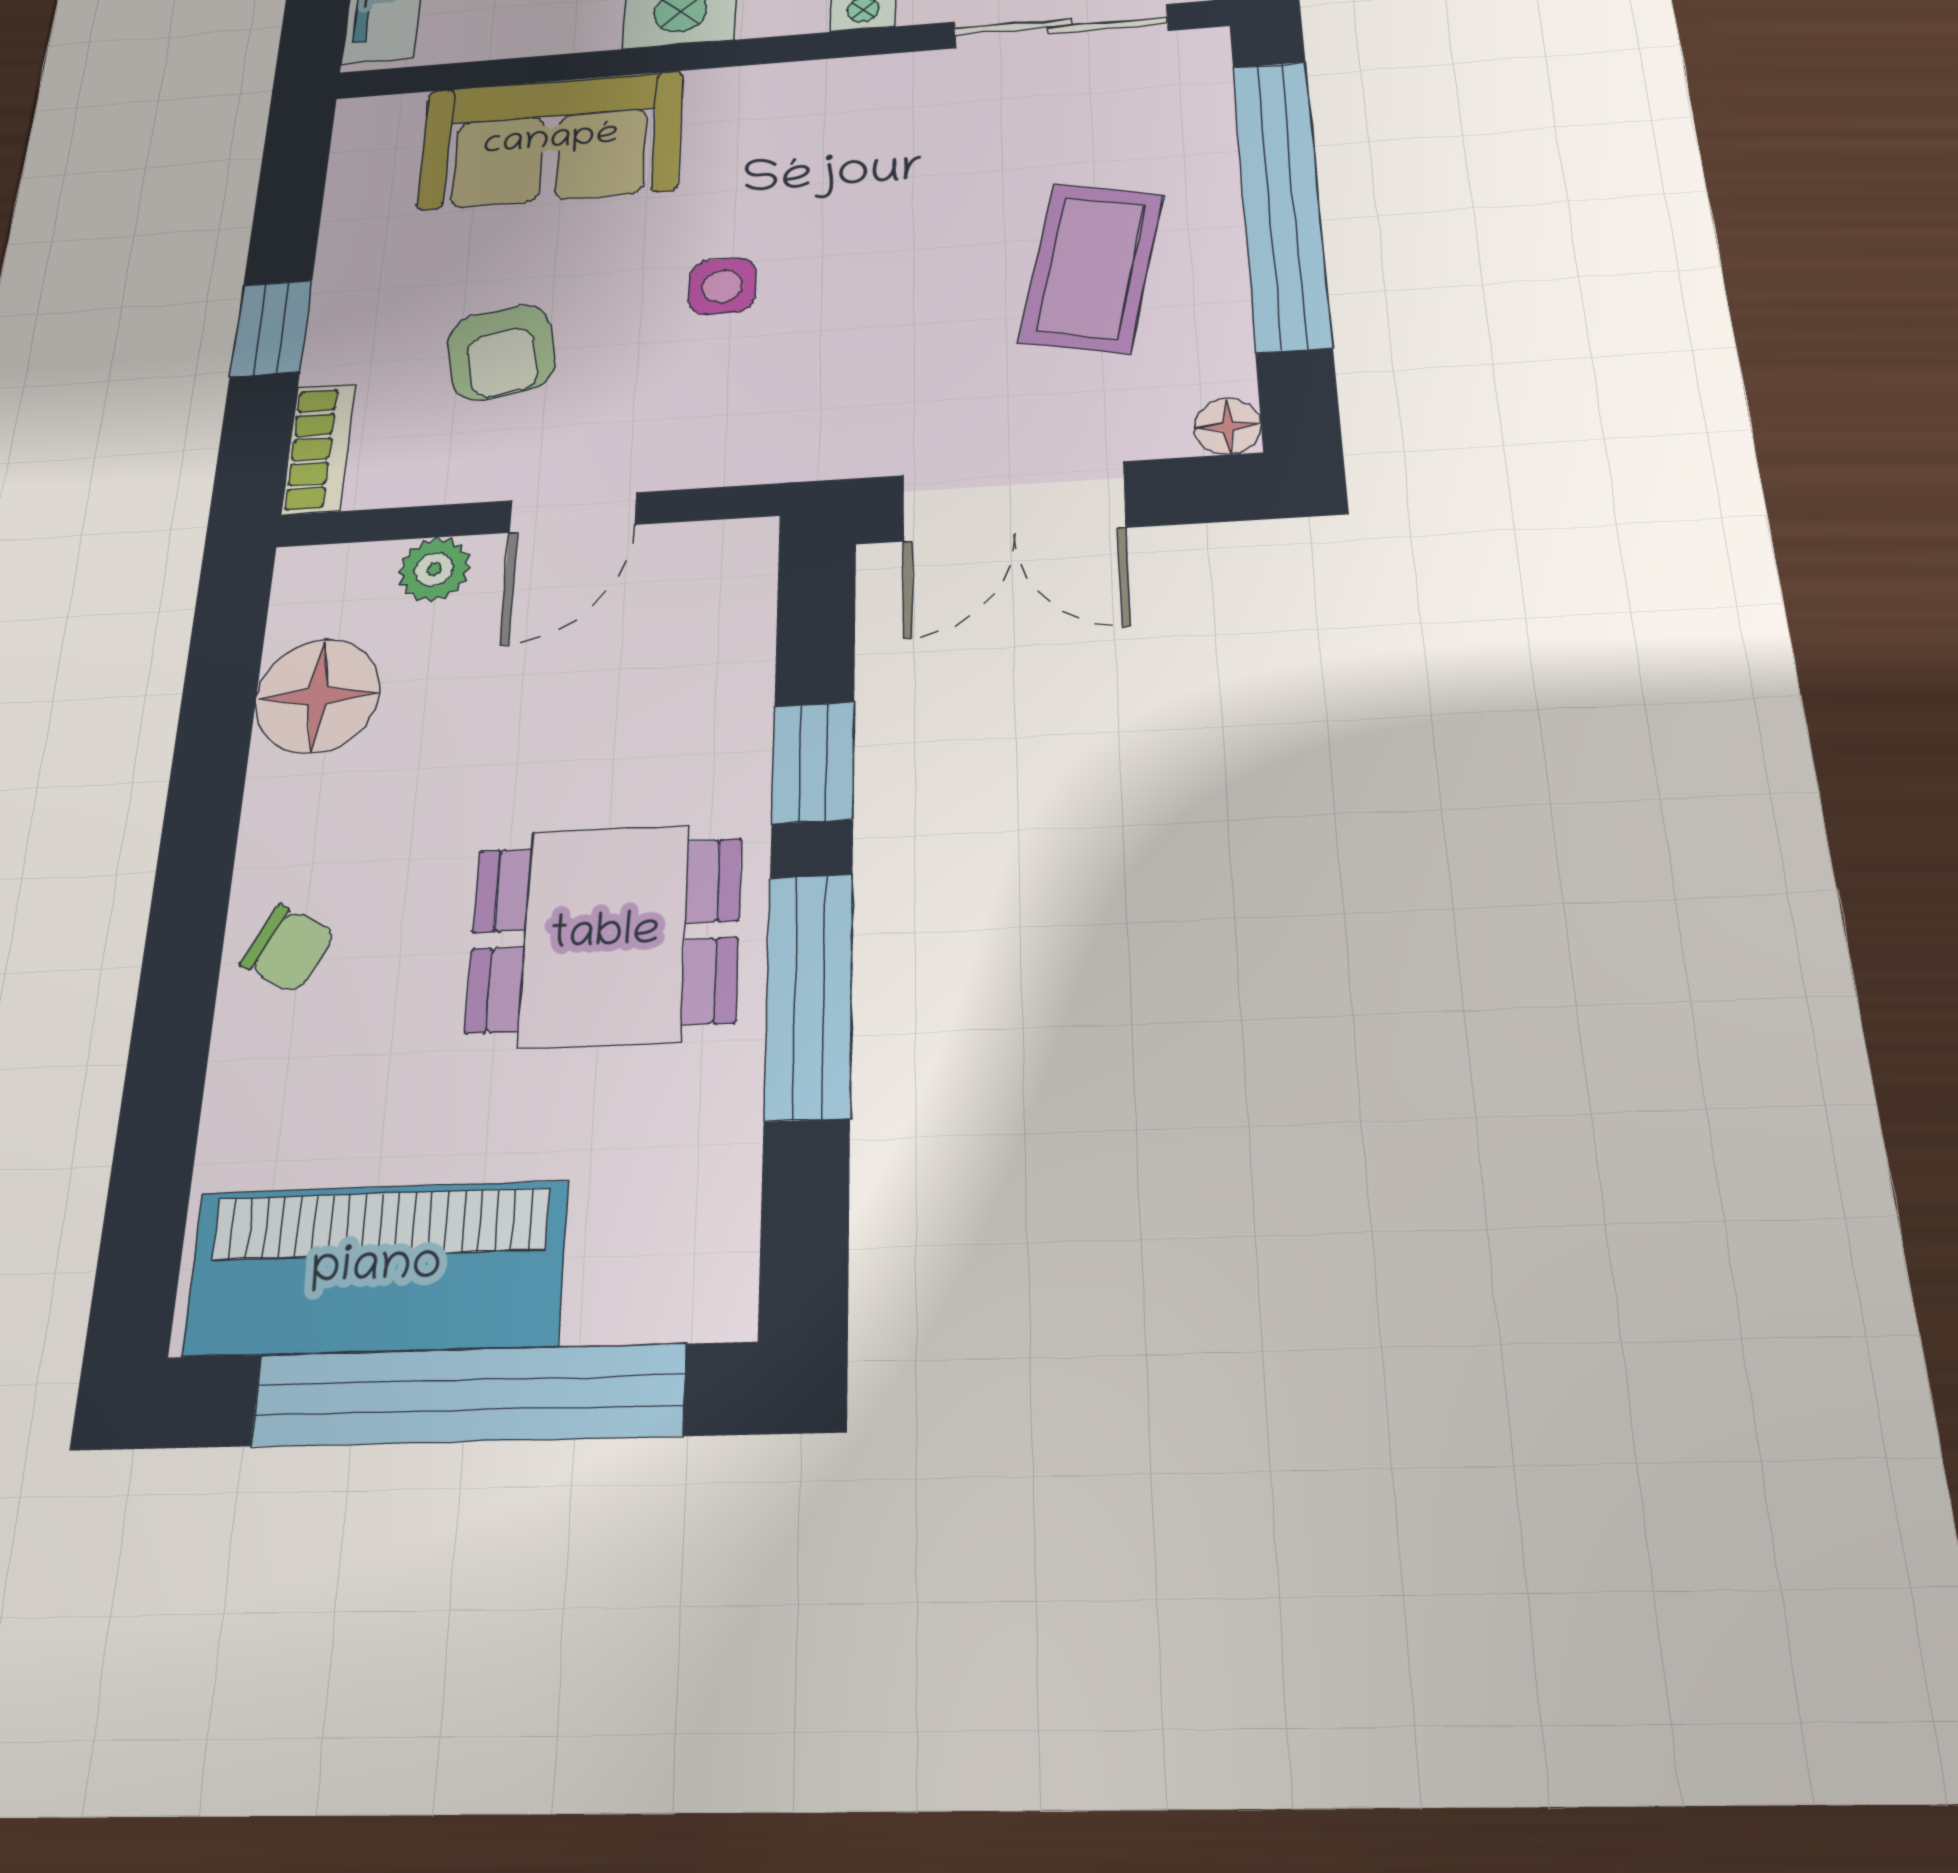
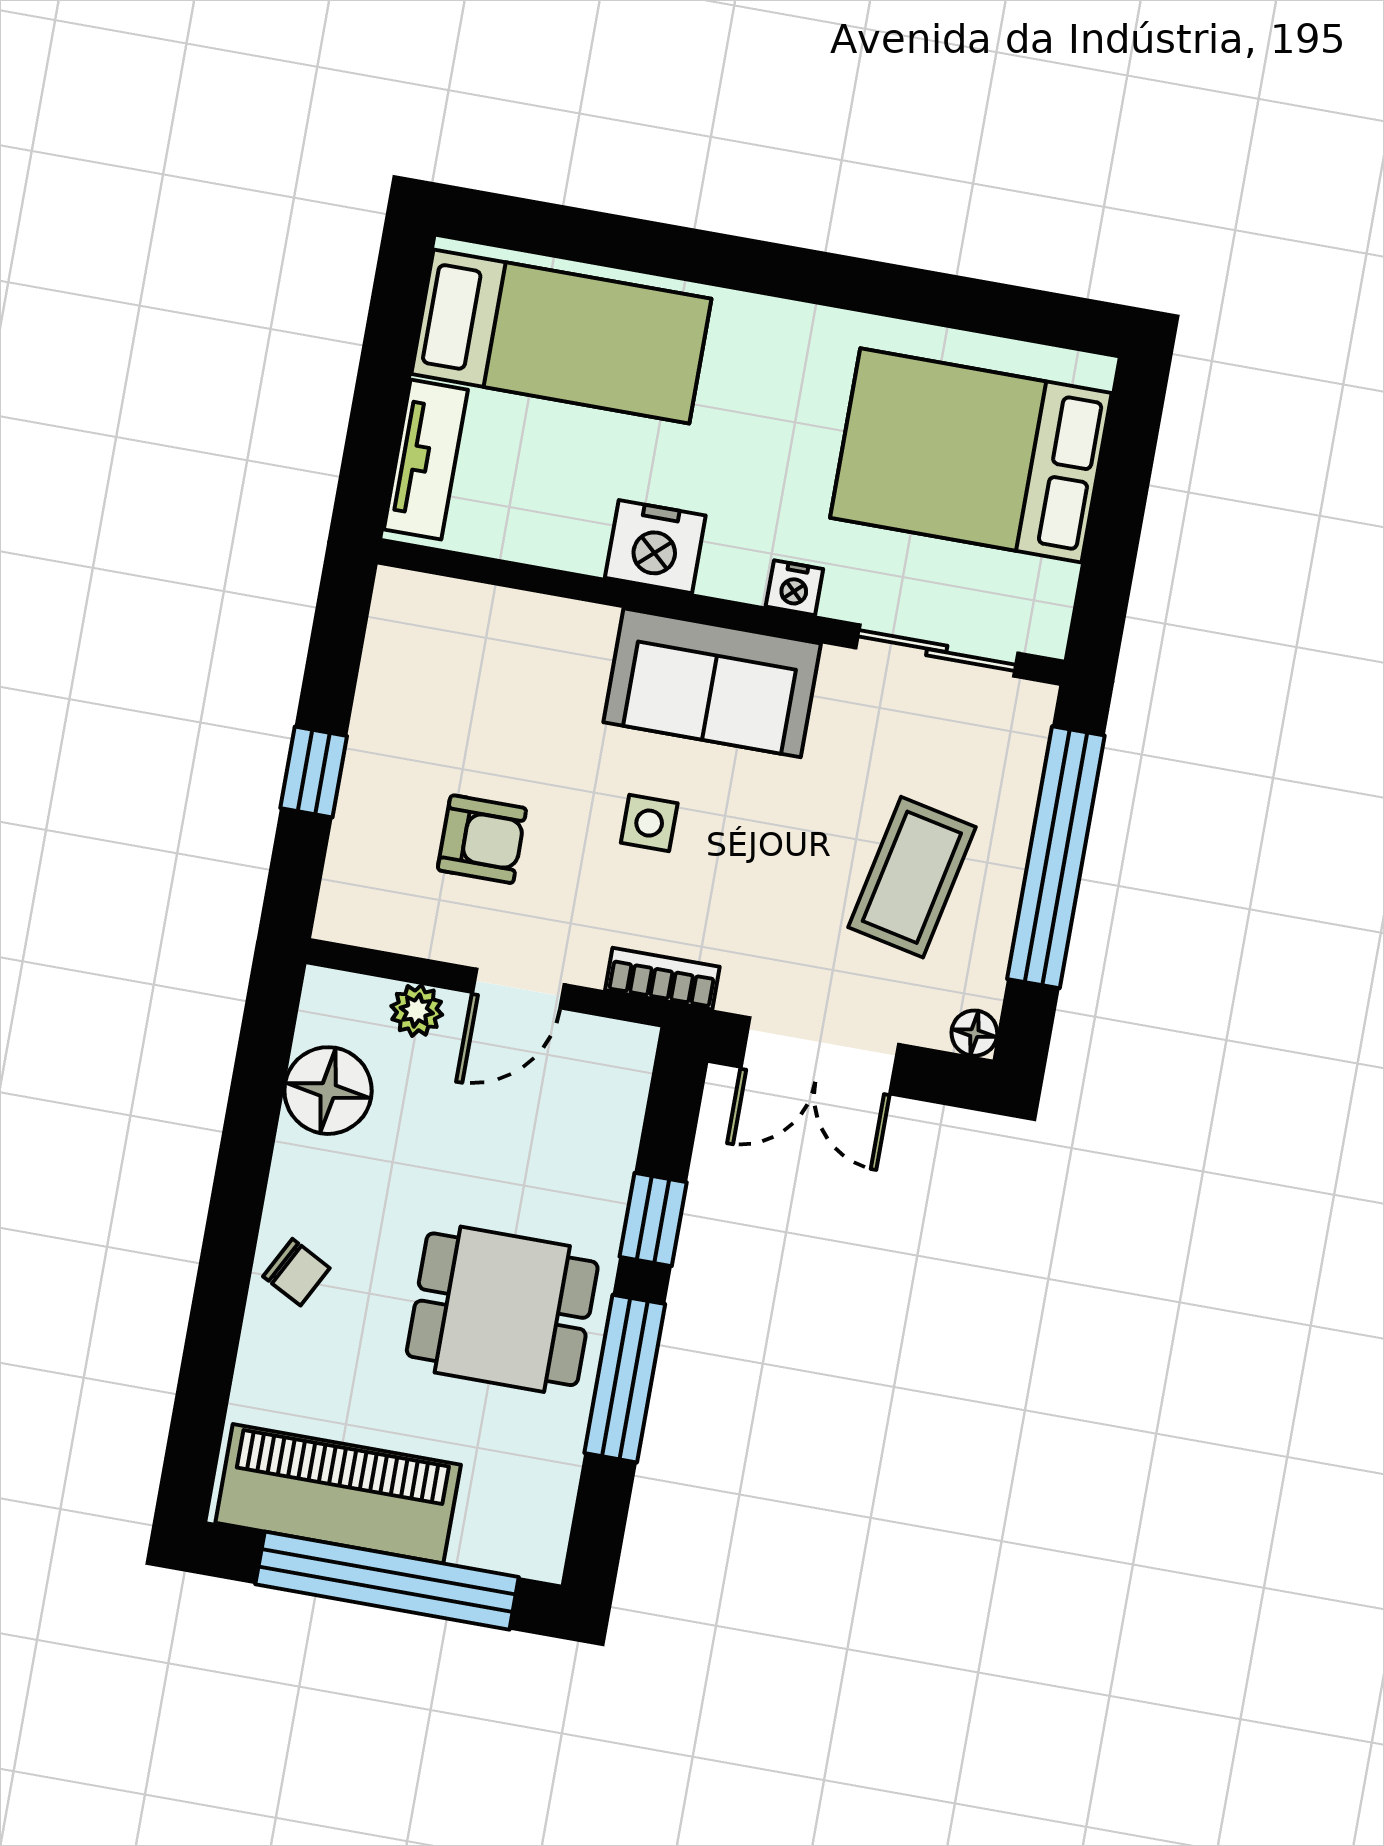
sofa: (551, 140) -> (712, 683), moved
armchair: (501, 353) -> (482, 839), turned -80
bookcase: (318, 449) -> (662, 979), moved, turned -90

